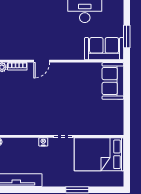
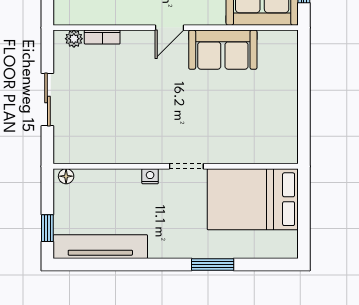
door: (42, 61) -> (169, 28), moved
sofa: (113, 81) -> (223, 50), moved, turned -90

